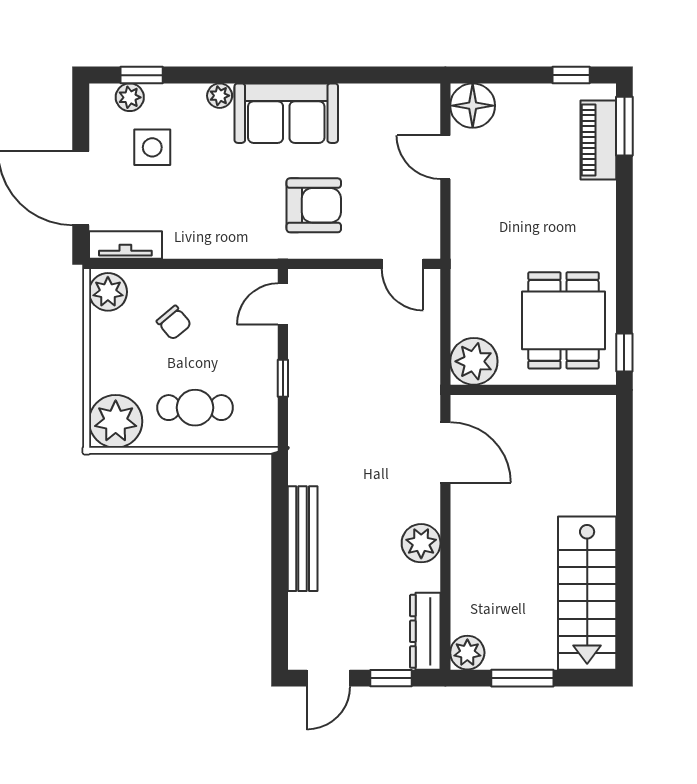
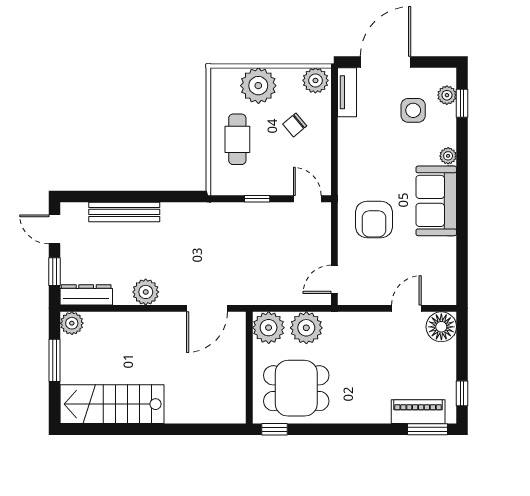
plant: (474, 306) -> (306, 328), added
plant: (116, 421) -> (258, 86), moved
bench: (303, 539) -> (124, 212), moved

